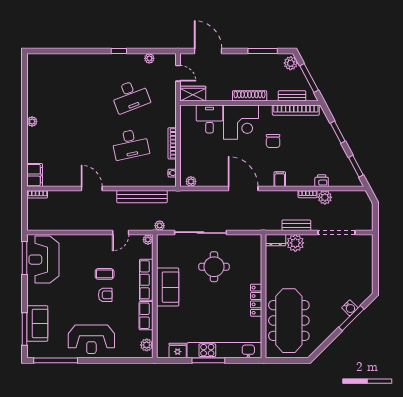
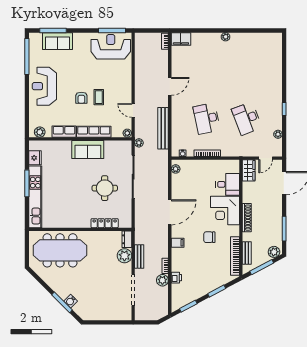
locker: (256, 300) -> (105, 223), moved

